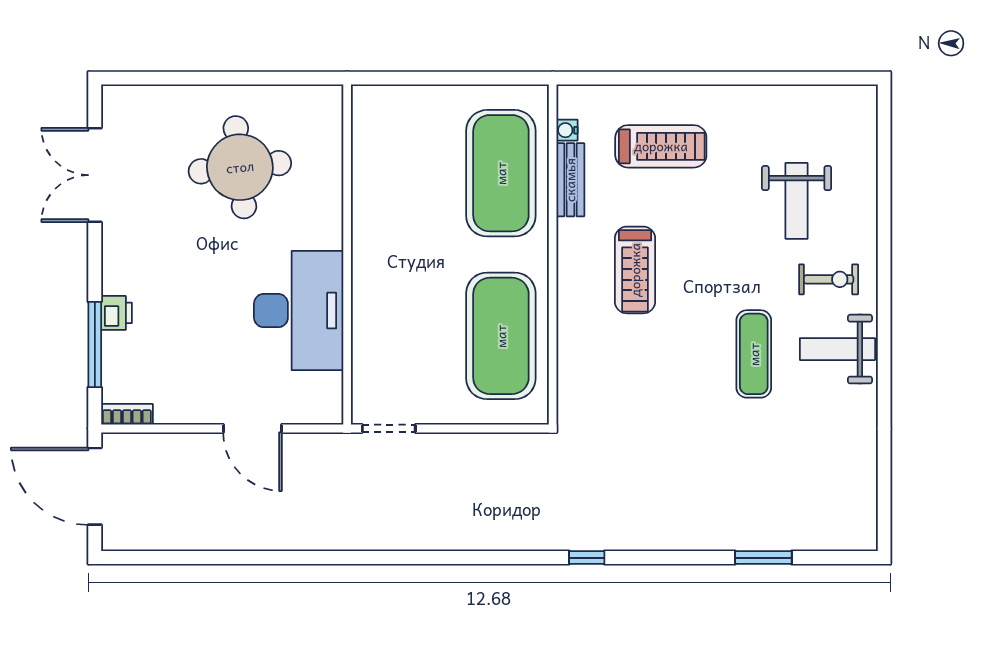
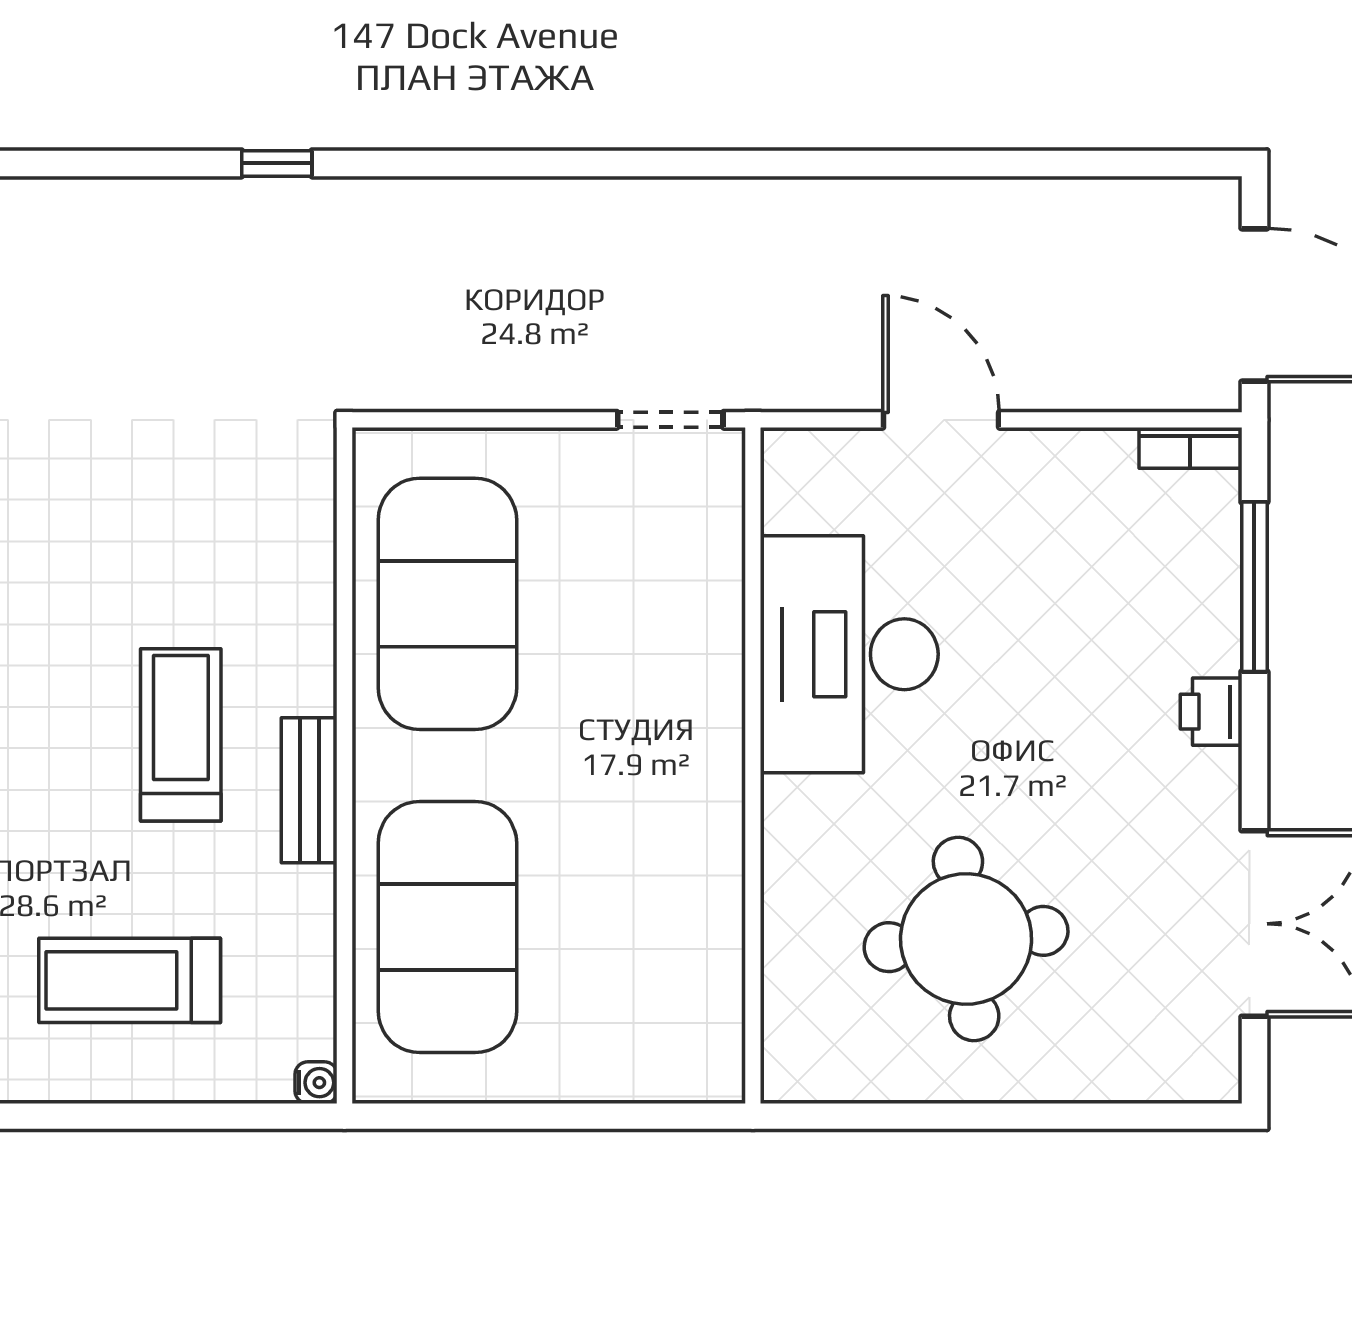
water cooler: (567, 130) -> (316, 1083), moved
bench: (570, 180) -> (309, 790), moved
printer: (117, 313) -> (1211, 712), moved

